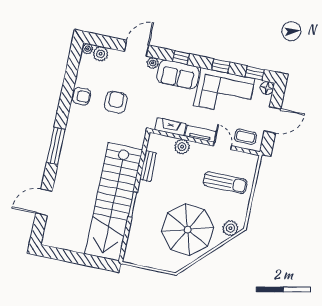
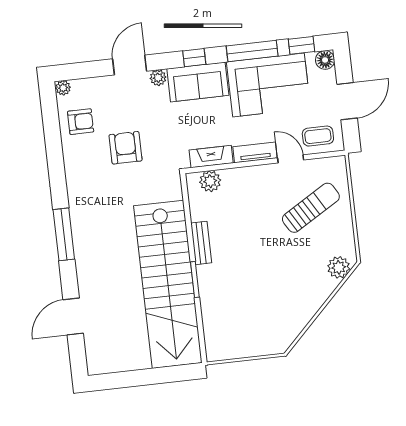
plant: (101, 54) -> (83, 89), removed
window: (221, 66) -> (252, 51), width x2.17
armchair: (81, 96) -> (81, 122), moved
plant: (182, 147) -> (210, 181), moved
bench: (148, 166) -> (201, 243), moved
sun lounger: (225, 183) -> (311, 208), turned -31
parasol: (188, 230) -> (281, 289), removed

